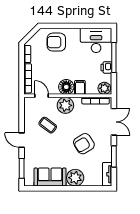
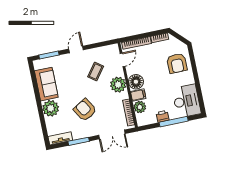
armchair: (56, 42) -> (177, 63), turned 180
plant: (104, 88) -> (140, 107), moved

